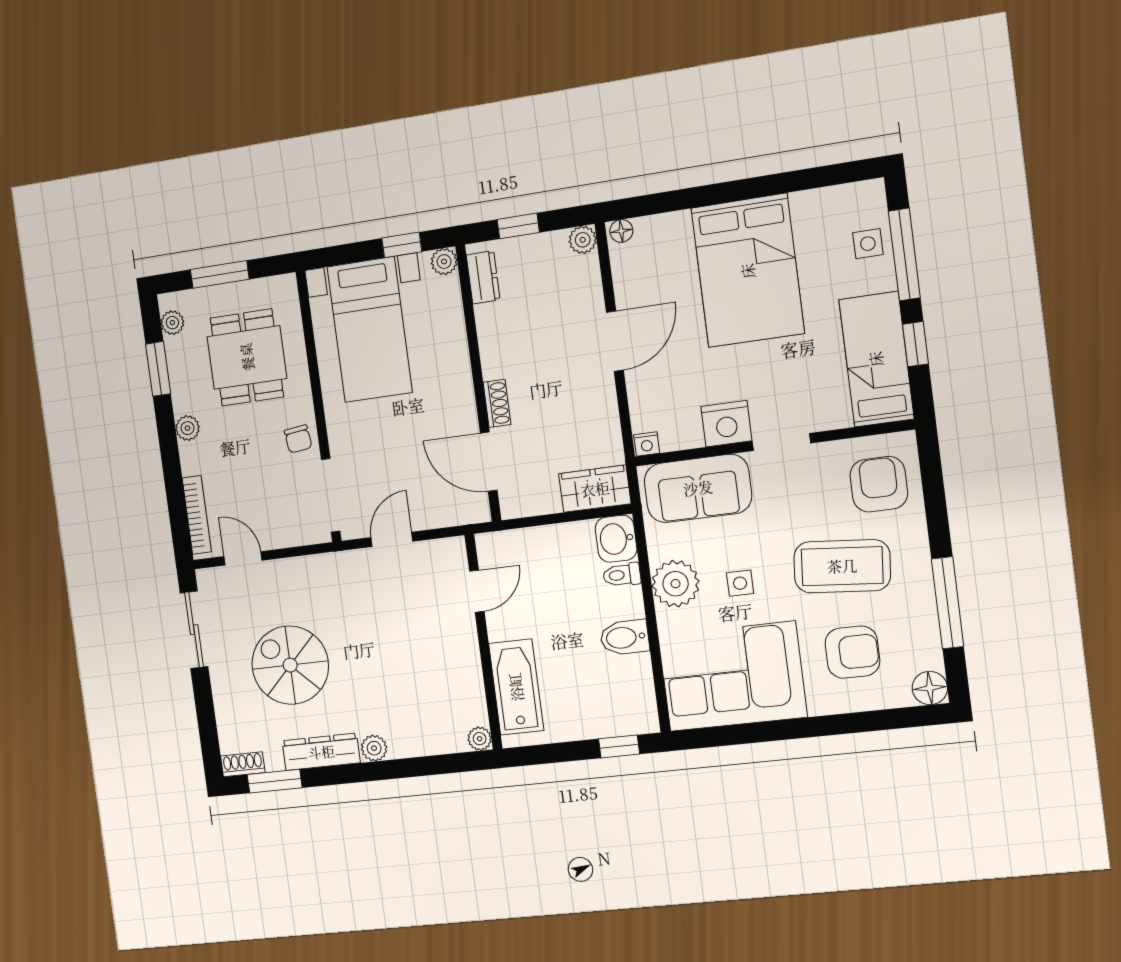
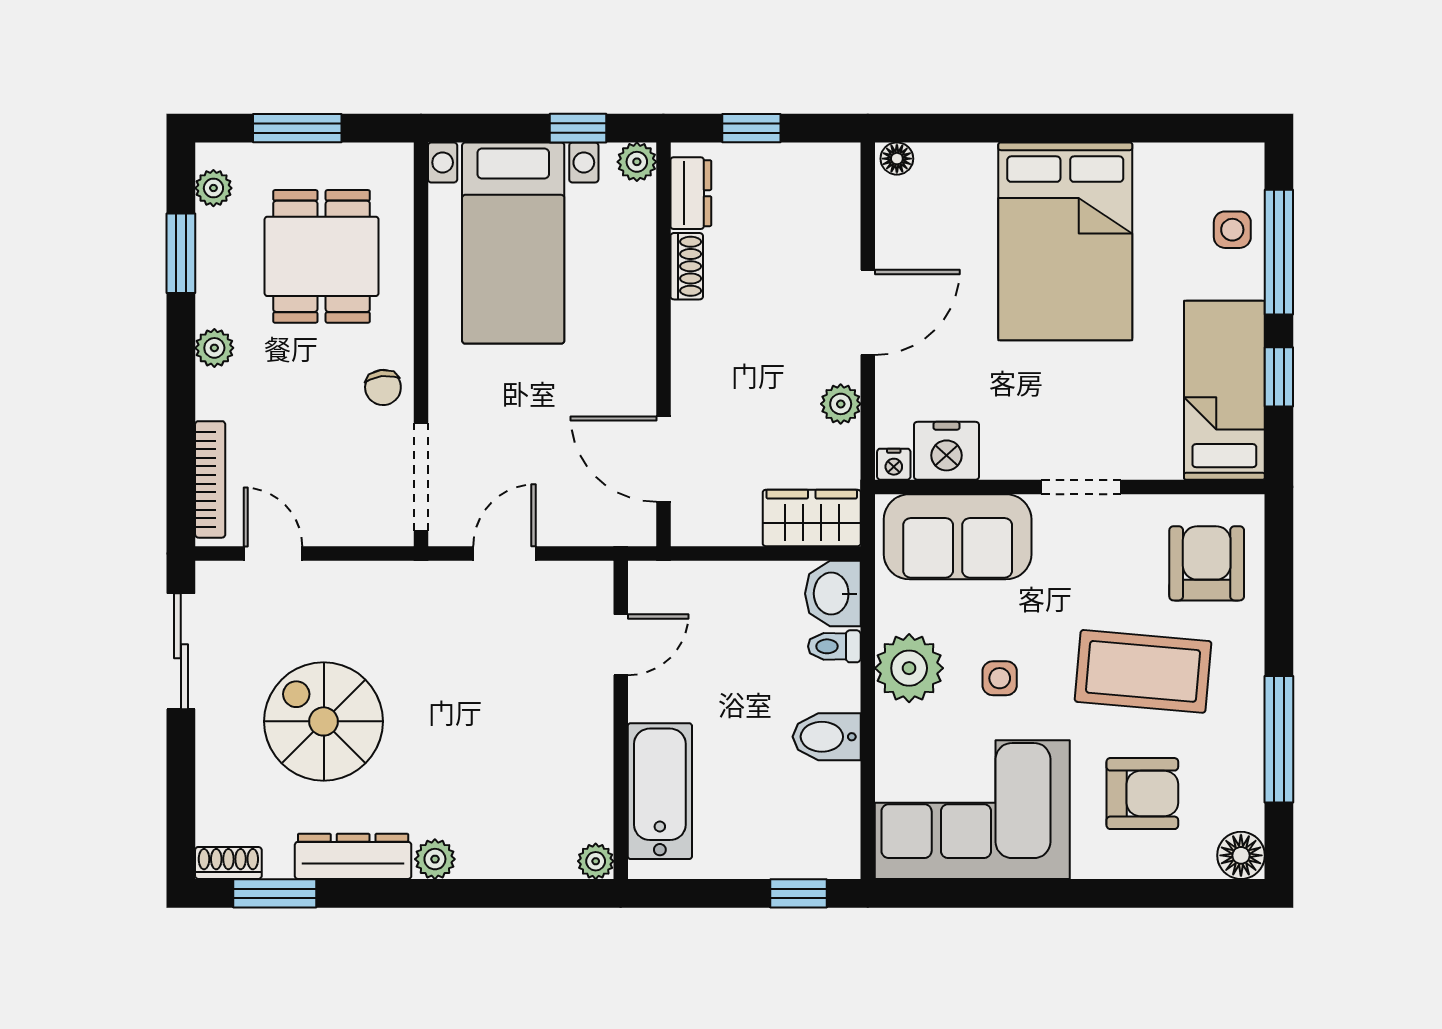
plant: (583, 240) -> (841, 404), moved
shoe rack: (497, 403) -> (687, 266), moved
nightstand: (726, 424) -> (947, 451), moved

